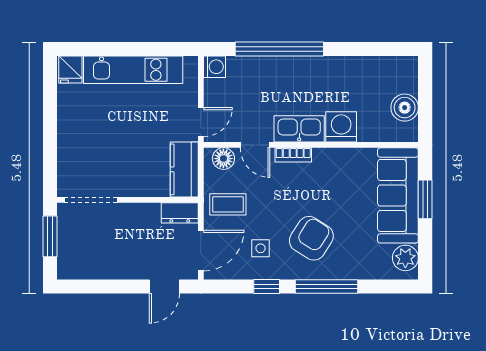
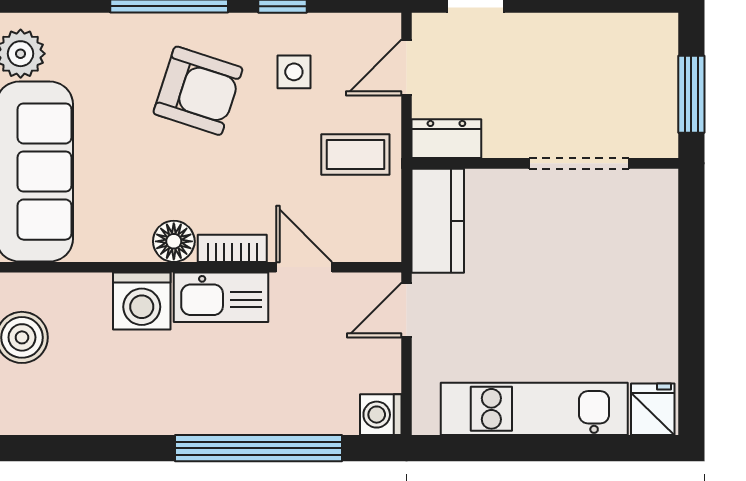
floor lamp: (223, 159) -> (174, 241), moved
doorway: (91, 200) -> (579, 163), moved
armchair: (311, 238) -> (198, 91), turned -104
door: (201, 251) -> (407, 68), width x0.73

